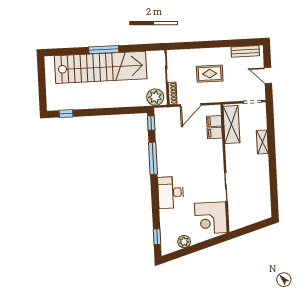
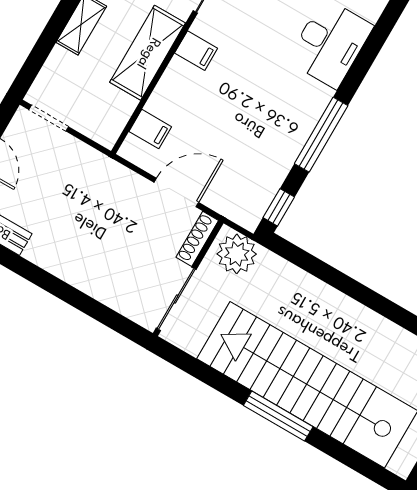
rug: (210, 74) -> (97, 230), removed
shelving: (231, 124) -> (148, 53), moved
filing cabinet: (215, 133) -> (196, 51), moved

